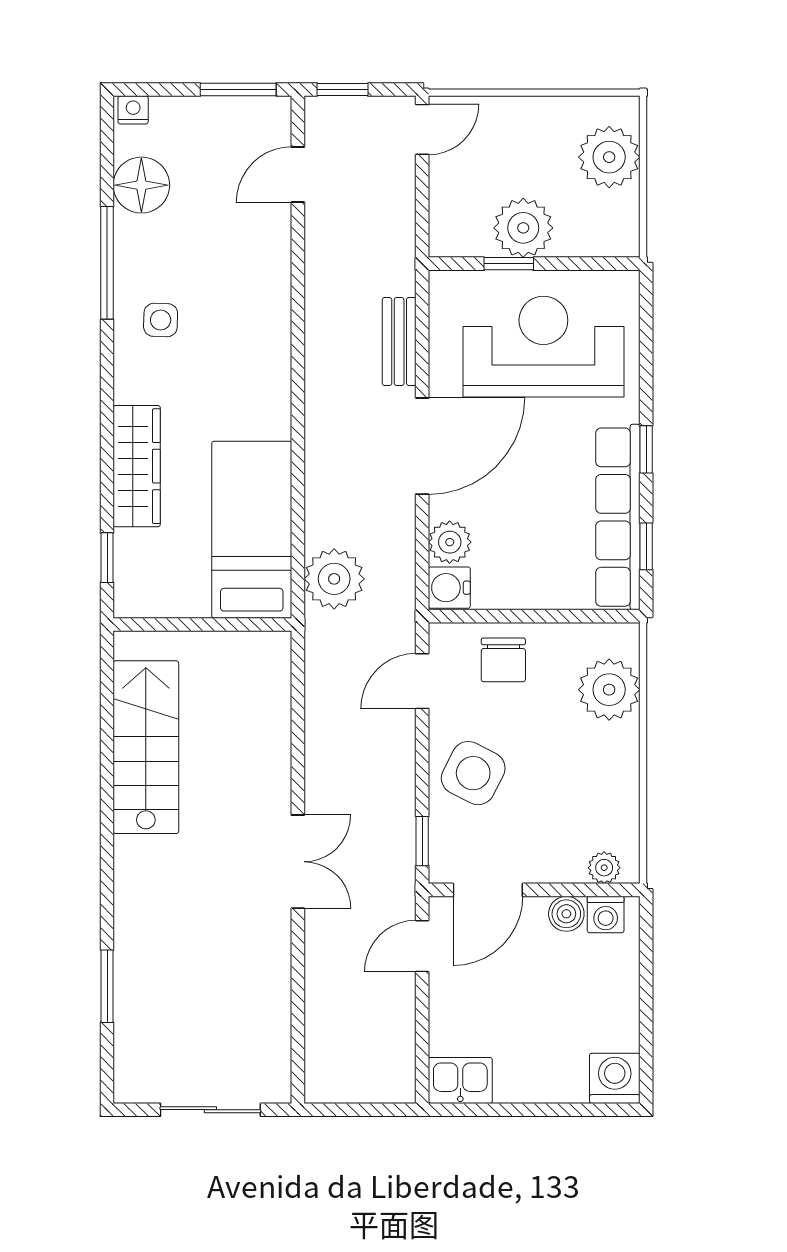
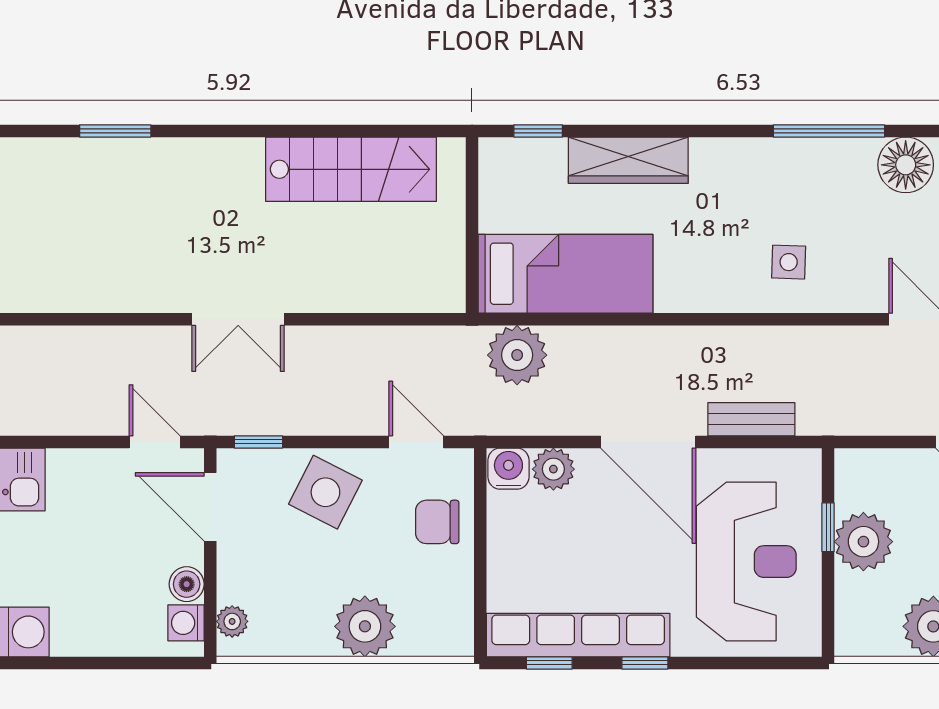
side table: (161, 320) -> (789, 262), moved
plant: (609, 690) -> (365, 626), moved

